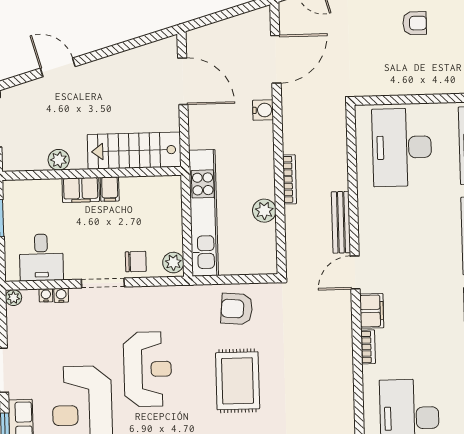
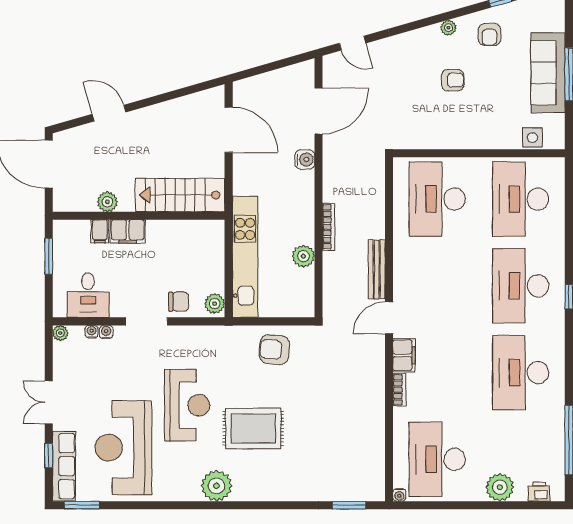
filing cabinet: (110, 189) -> (100, 231), moved
rug: (238, 381) -> (253, 428), moved, turned 90

